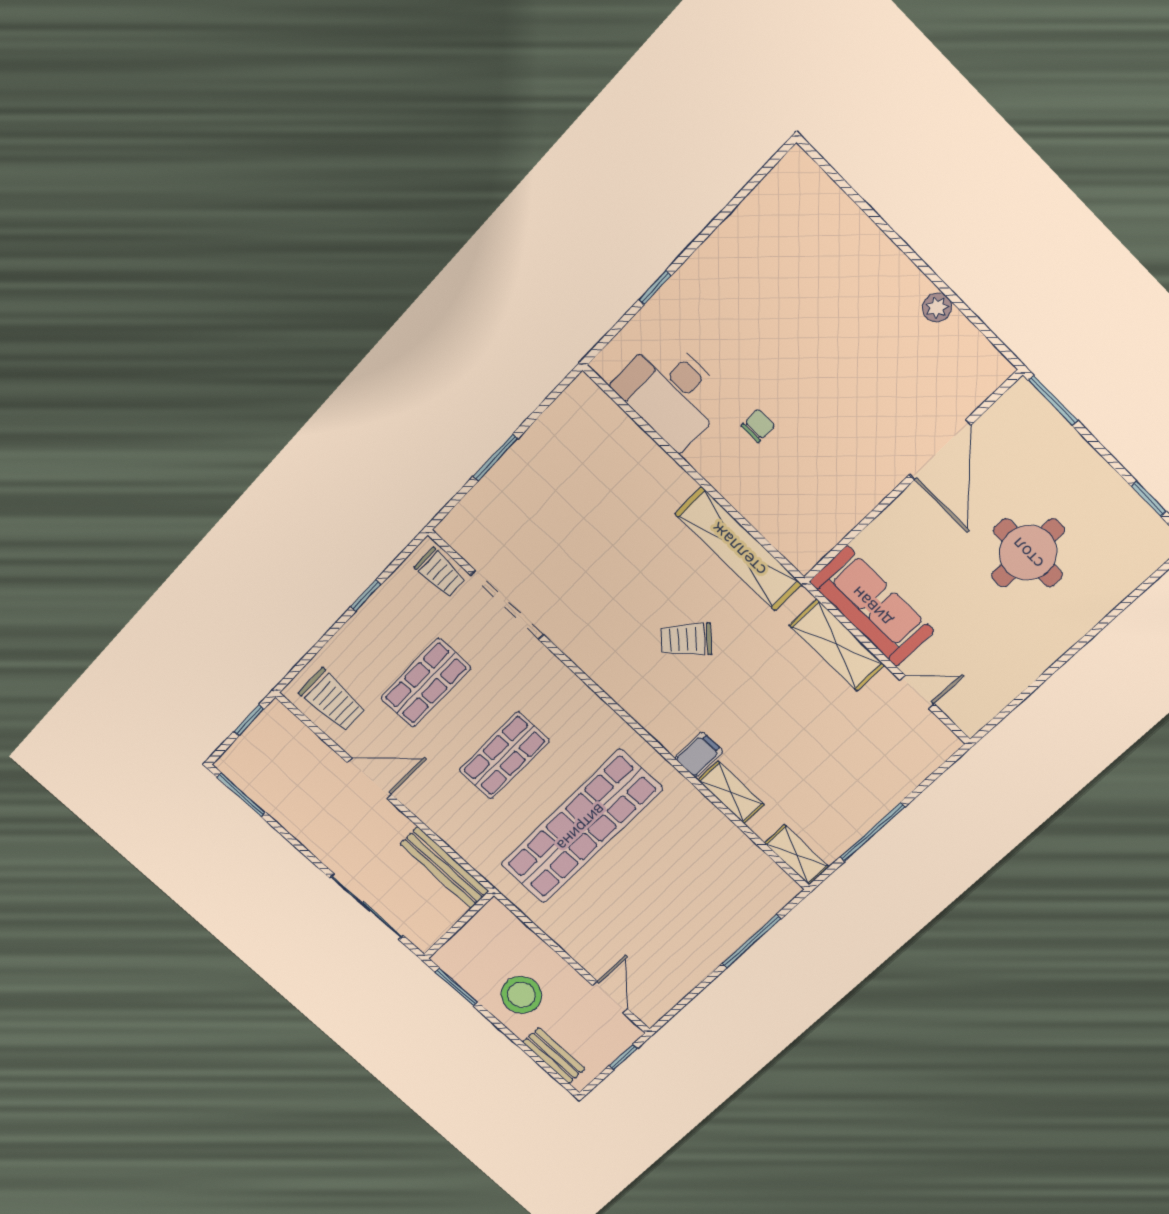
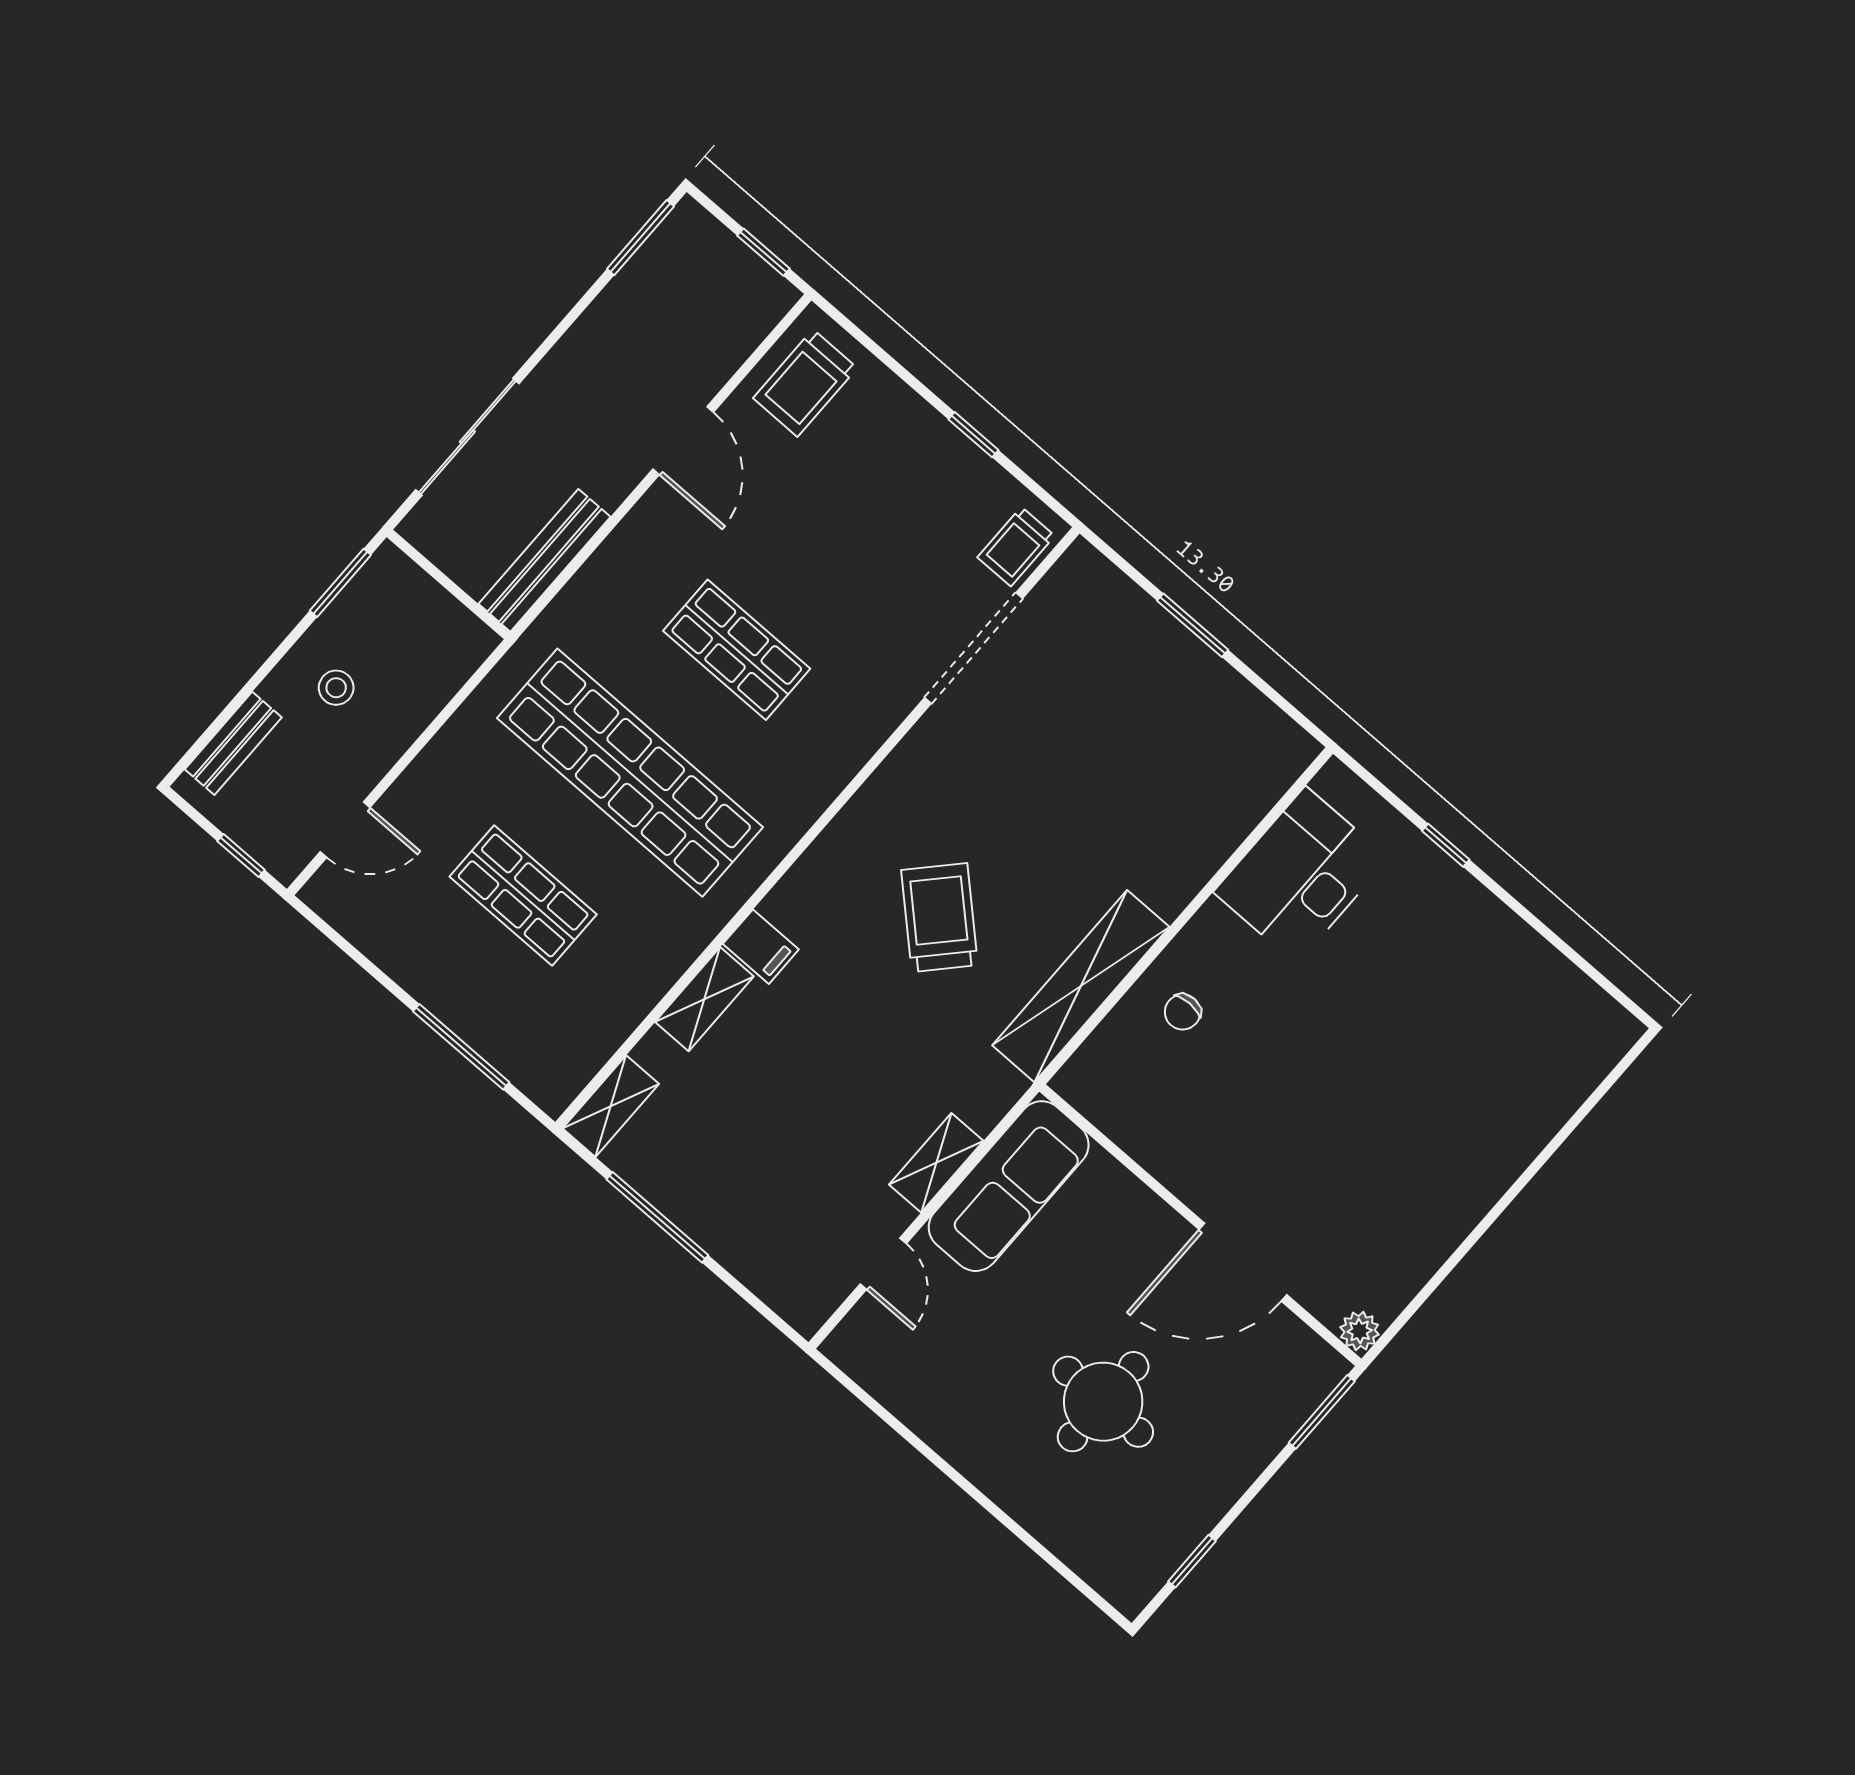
plant: (937, 307) -> (1360, 1331), moved
chair: (758, 426) -> (1183, 1012), moved, turned 90
trolley: (686, 639) -> (940, 918), width x1.36, depth x1.39
shelving: (837, 645) -> (936, 1163), width x0.67, depth x0.75
shop shelf: (426, 683) -> (523, 895), moved
stool: (521, 995) -> (336, 688), width x0.53, depth x0.53

